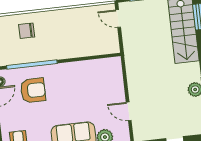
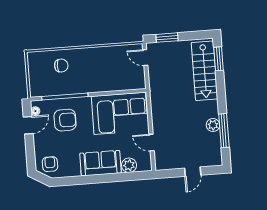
chair: (27, 31) -> (61, 66), turned 180
corner sofa: (93, 81) -> (120, 113), added

